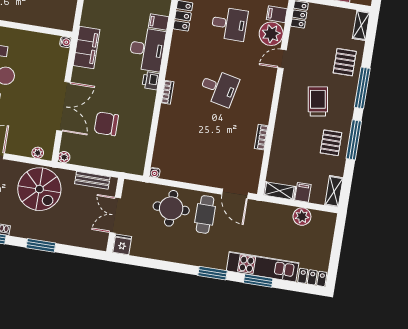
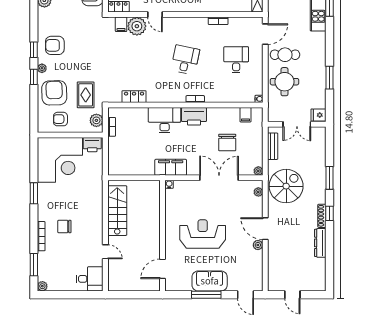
filing cabinet: (159, 22) -> (245, 115), moved
desk: (229, 24) -> (236, 60), moved
printer: (151, 81) -> (194, 116), width x1.87, depth x1.48
window: (212, 273) -> (330, 78), moved

